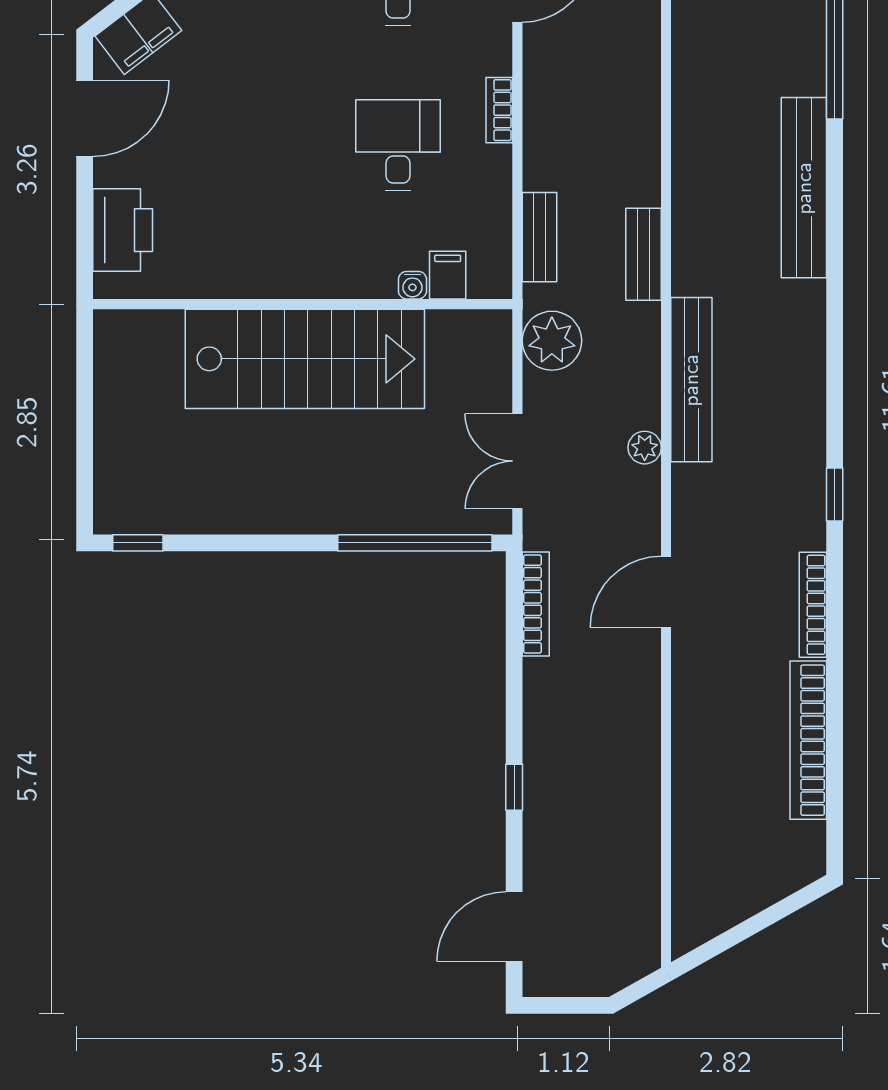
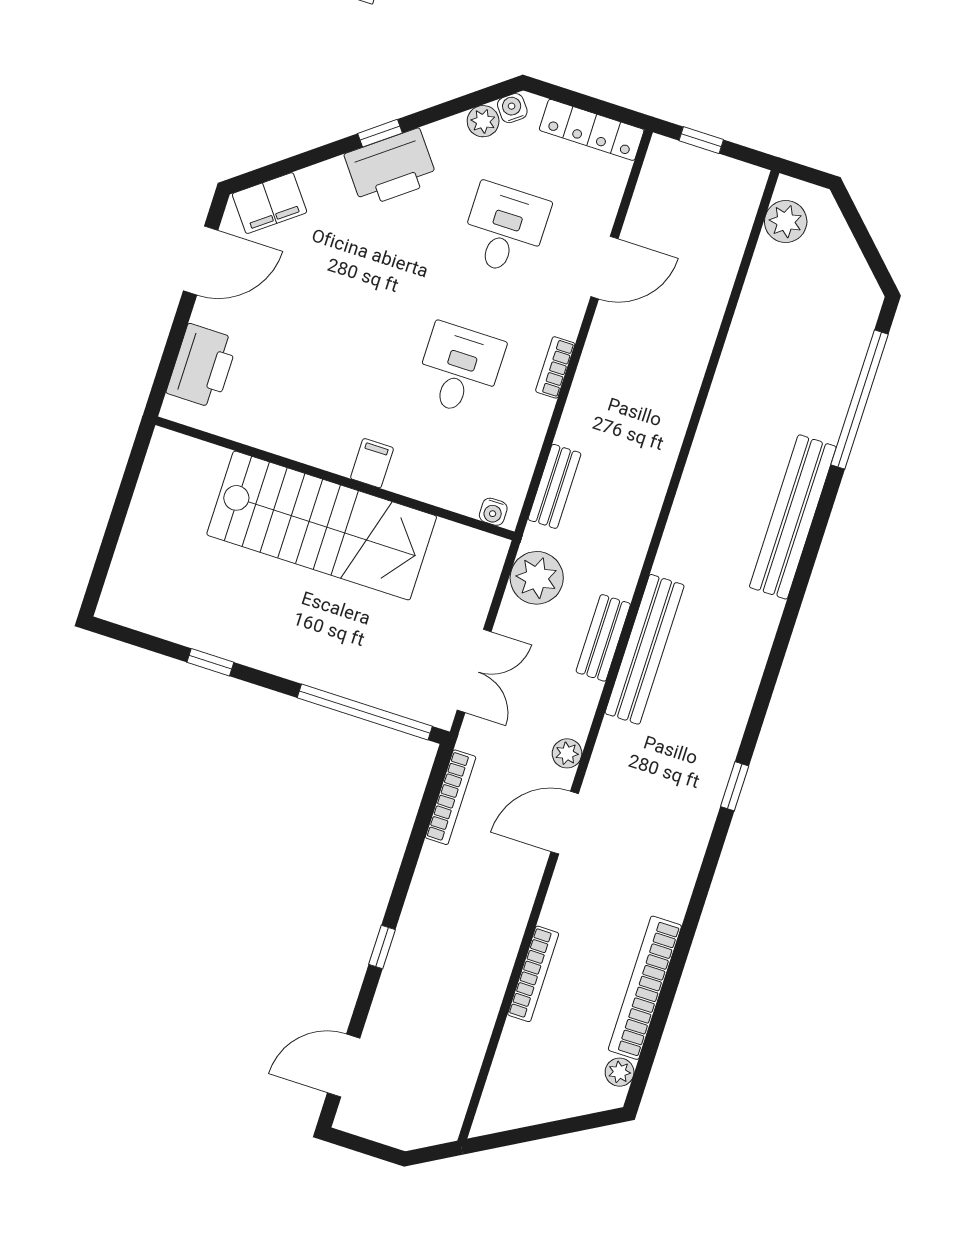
bench: (643, 254) -> (603, 638), moved
filing cabinet: (448, 275) -> (372, 463), moved
water cooler: (412, 285) -> (493, 512), moved
plant: (645, 448) -> (567, 753), moved
double door: (517, 461) -> (474, 671), swing flipped
window: (138, 543) -> (210, 662), moved
bookcase: (813, 605) -> (533, 974), moved, turned 180
plant: (810, 839) -> (620, 1072), added

